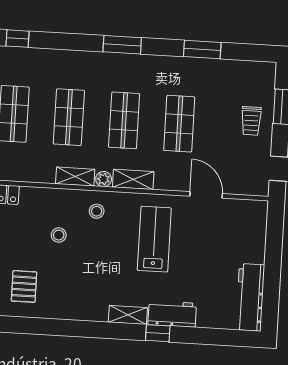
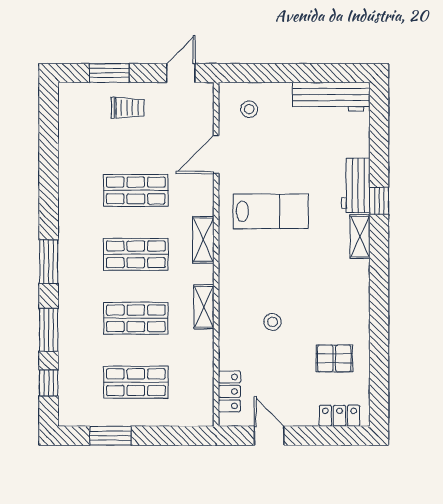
window: (202, 50) -> (49, 330), moved
plant: (104, 179) -> (205, 274), removed
stool: (97, 211) -> (249, 109), moved
lab bench: (154, 239) -> (271, 211), turned 180

